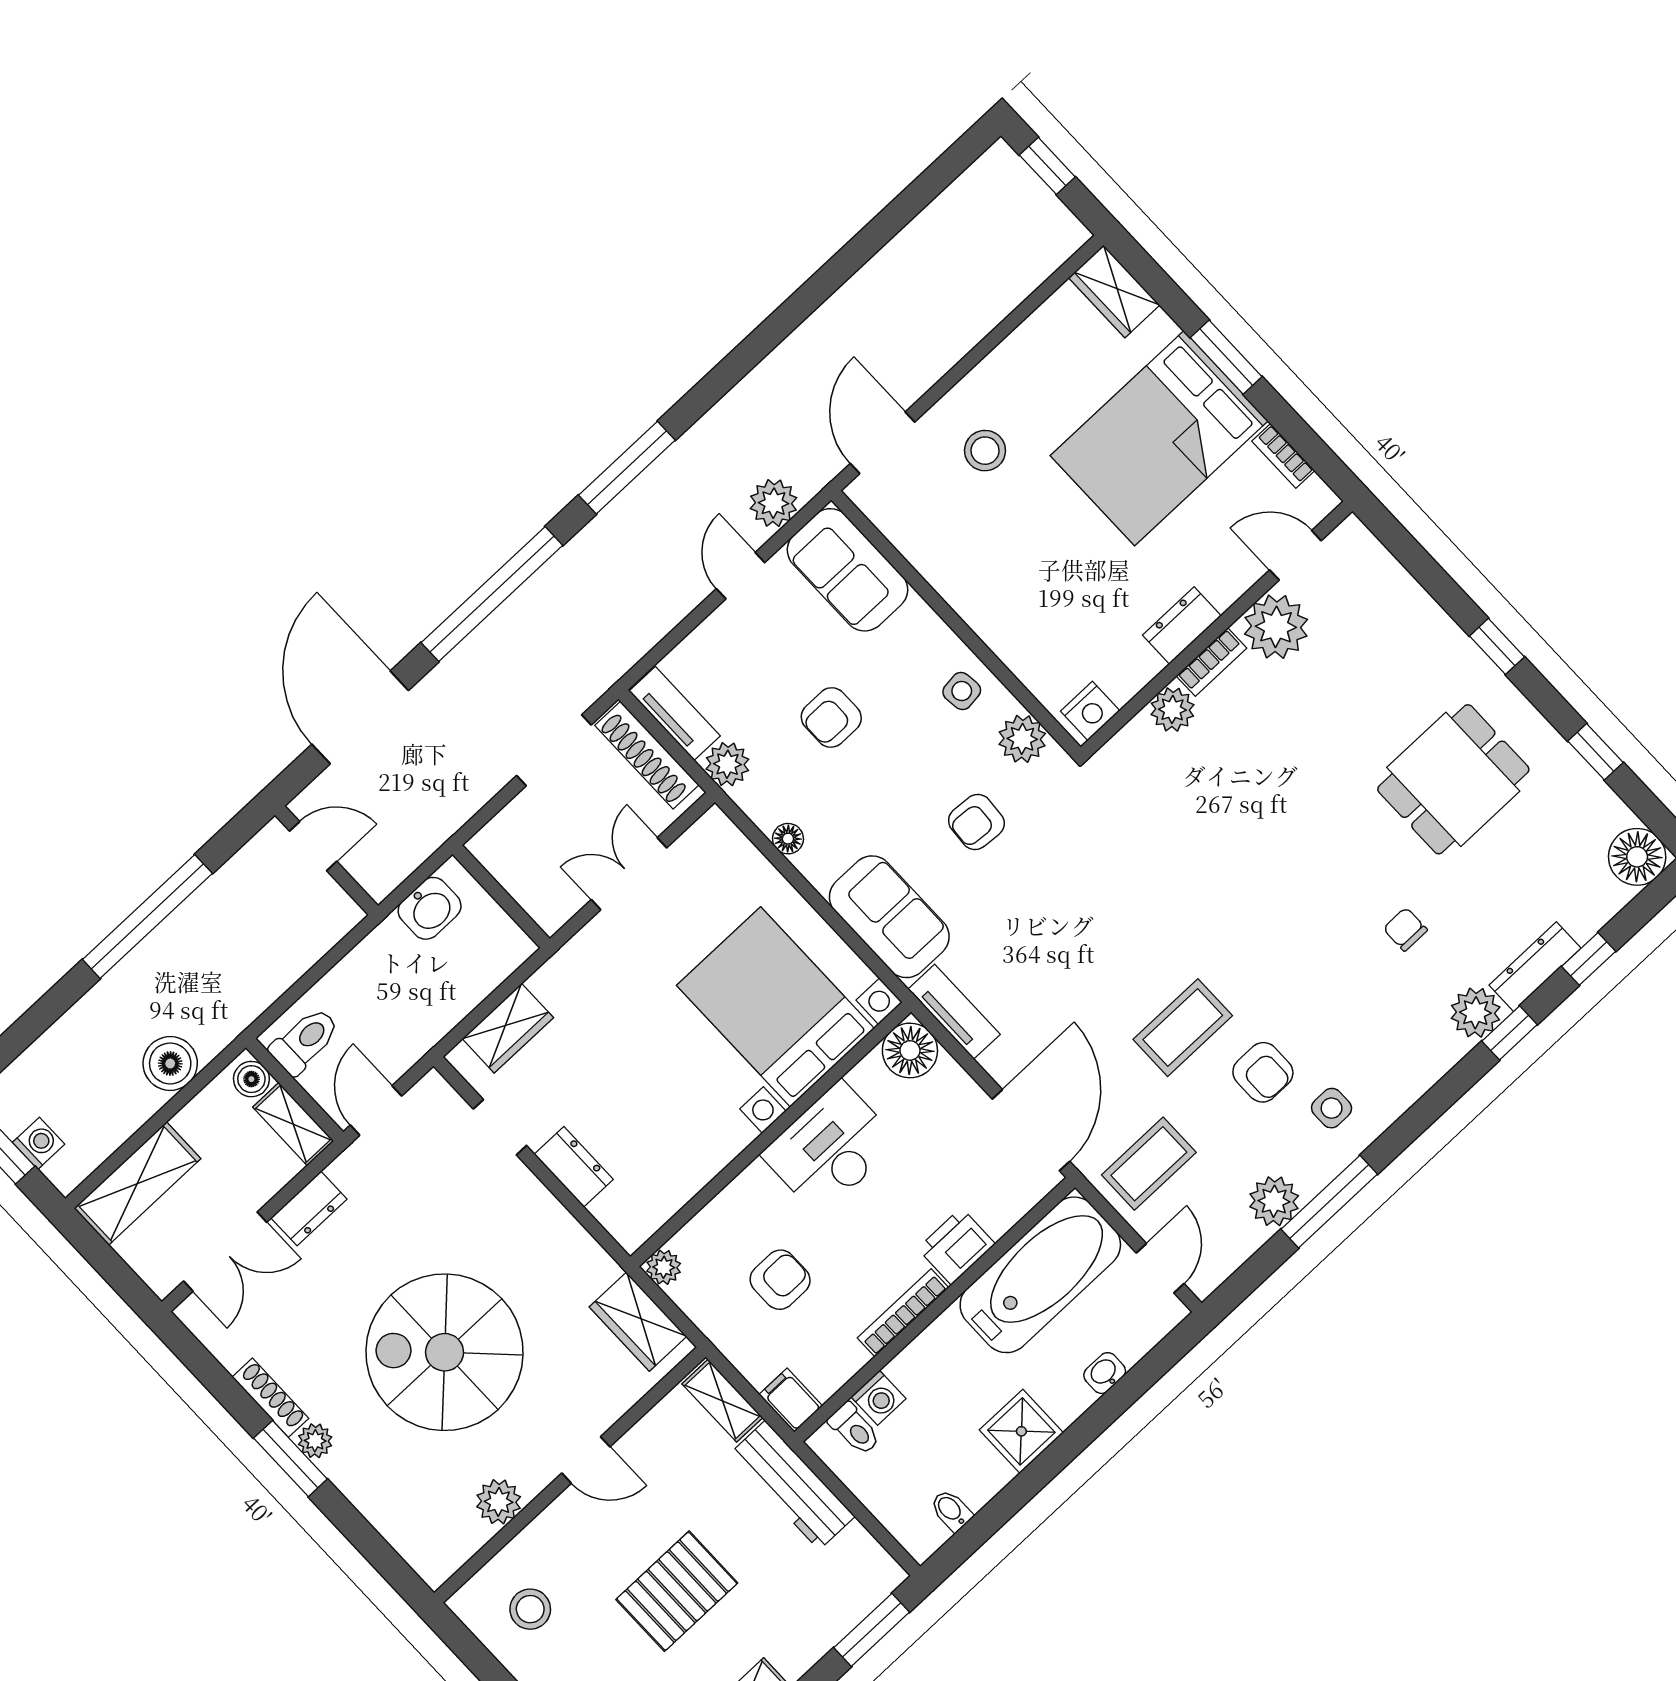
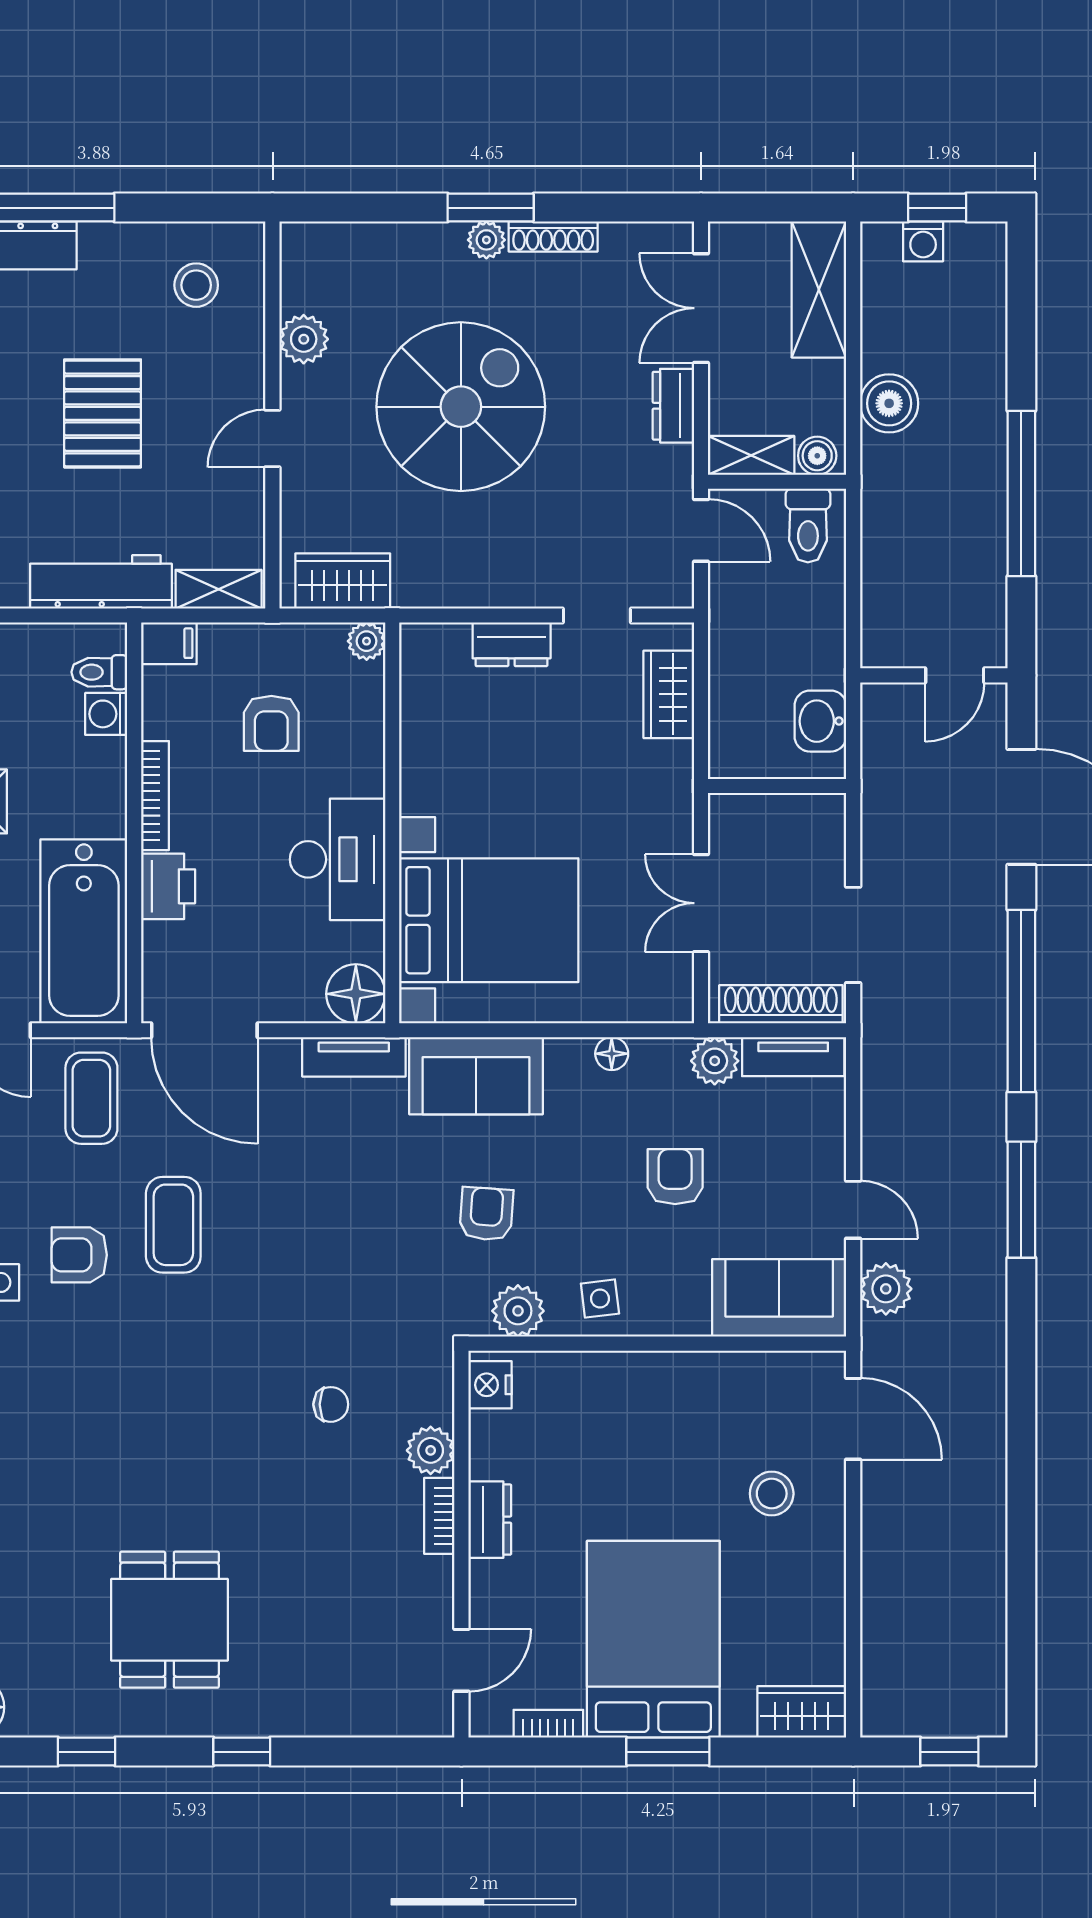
plant: (1276, 627) -> (420, 1592), removed
double door: (629, 874) -> (701, 903), swing flipped
chair: (1405, 929) -> (331, 1404), moved

